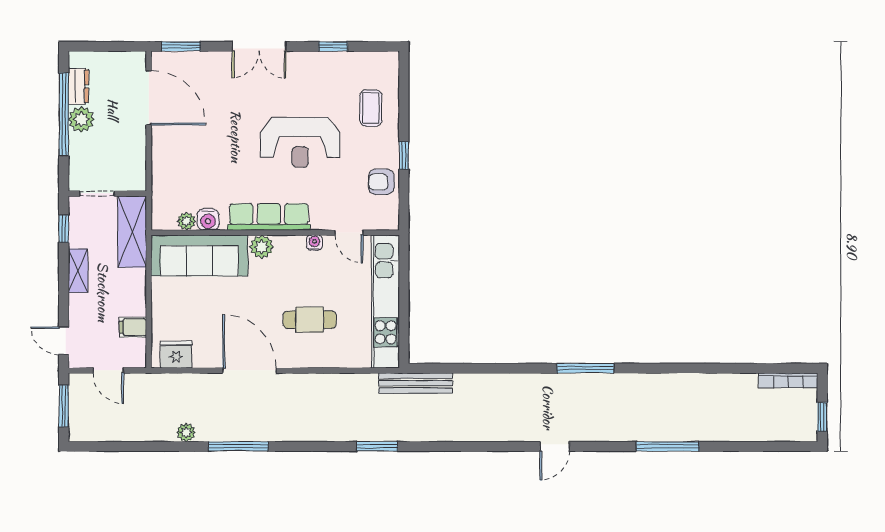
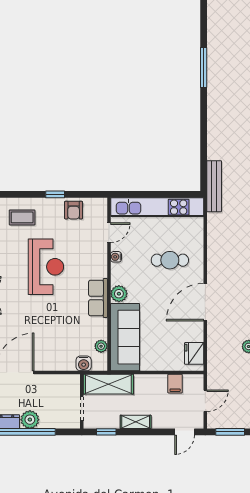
row of seats: (269, 217) -> (98, 298), width x0.68
water cooler: (208, 220) -> (84, 363), moved, turned 90
cafe table: (310, 320) -> (170, 260), turned 90

